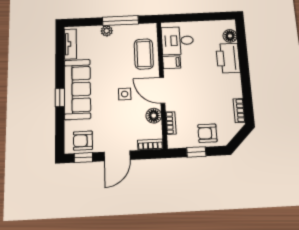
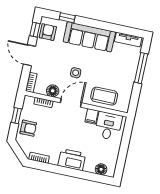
window: (120, 21) -> (141, 68), moved
plant: (107, 31) -> (132, 71), removed
printer: (228, 58) -> (72, 160), moved
window: (60, 97) -> (67, 18), moved
armchair: (207, 133) -> (28, 128), turned 90

